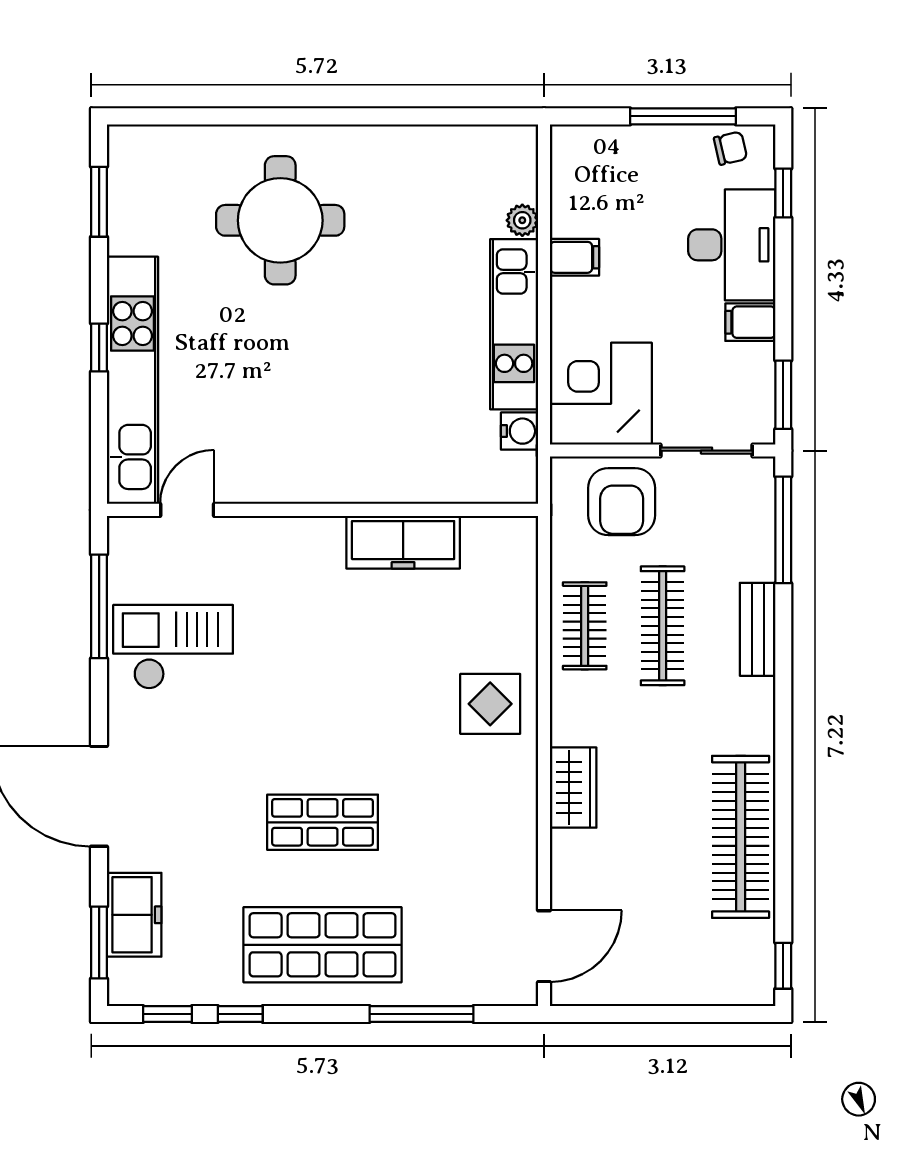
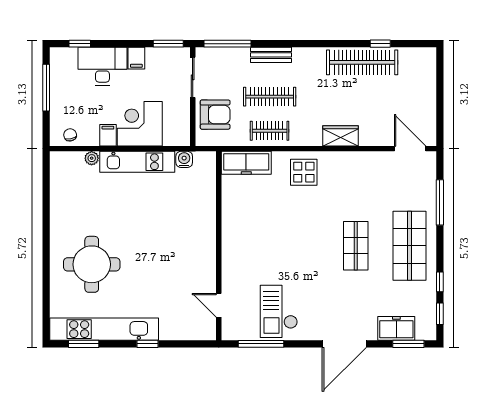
chair: (730, 148) -> (70, 135), moved
kitchen unit: (133, 380) -> (104, 329), moved
corner desk: (601, 394) -> (140, 124), moved, turned 90
freezer: (403, 542) -> (246, 163), moved, turned 90
window: (783, 966) -> (380, 44), moved

